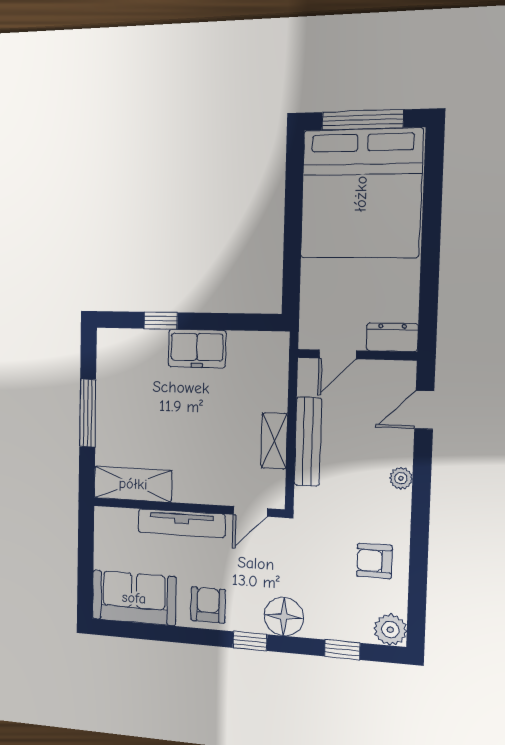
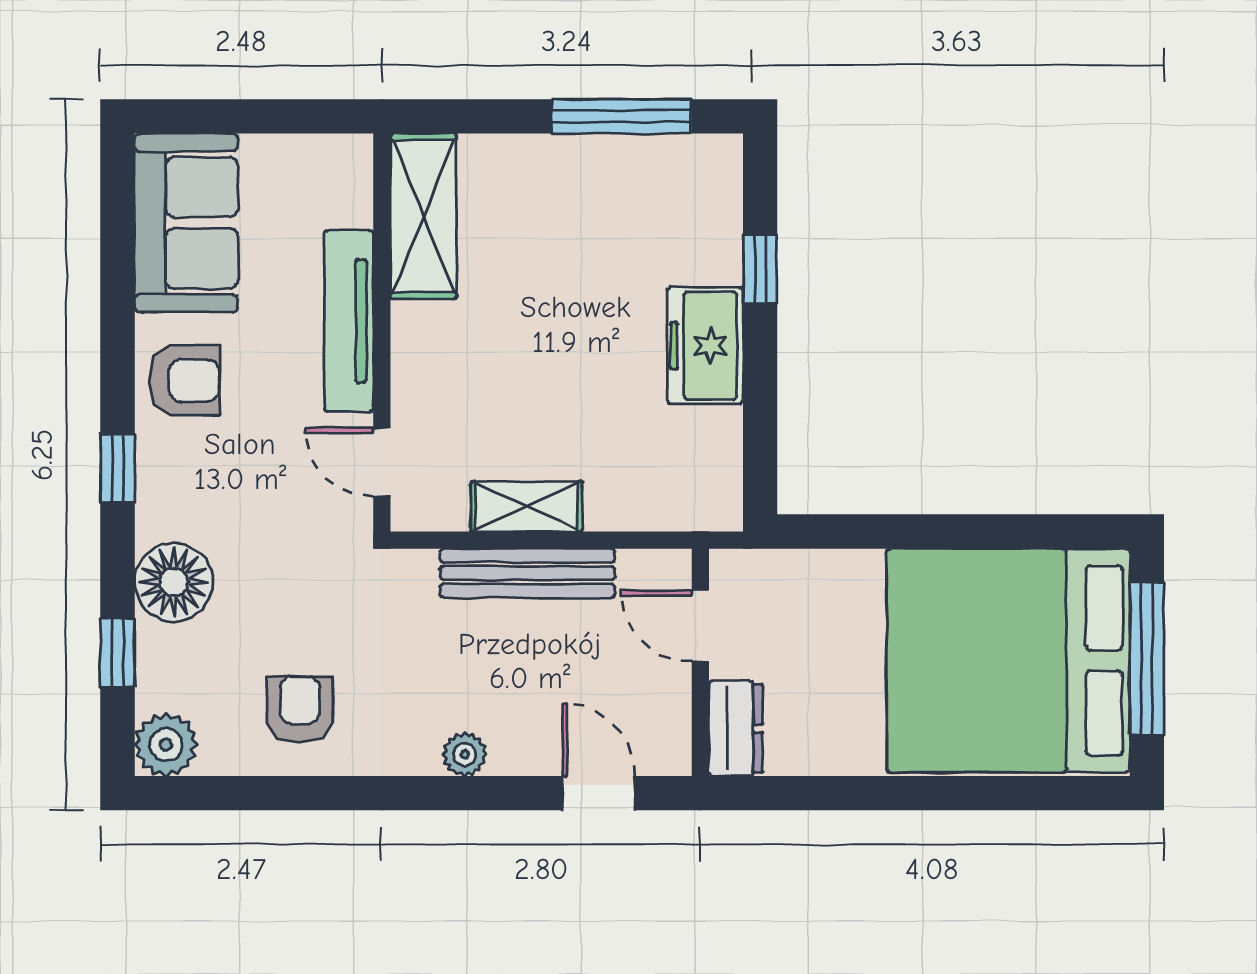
window: (88, 413) -> (622, 116), moved
floor lamp: (284, 617) -> (174, 582), moved

